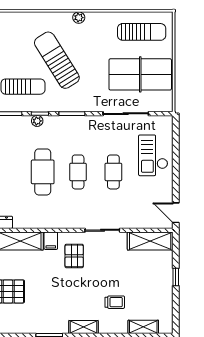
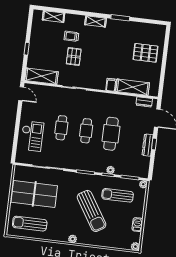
pallet: (74, 256) -> (74, 57), moved

